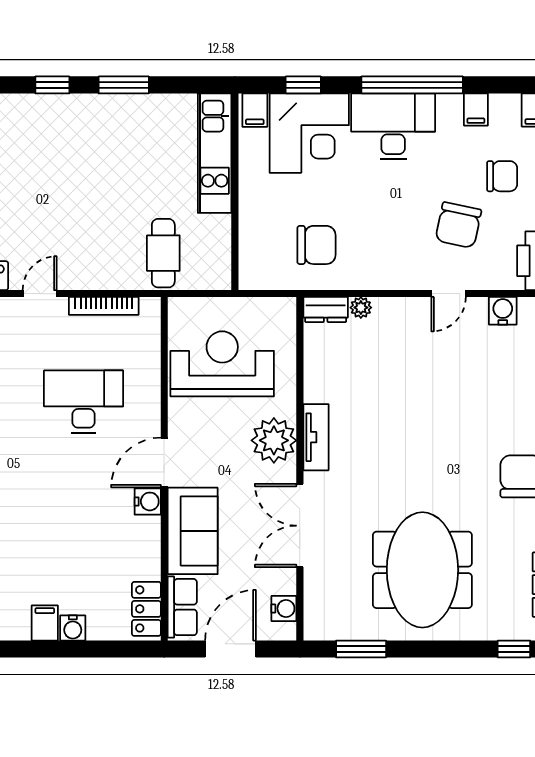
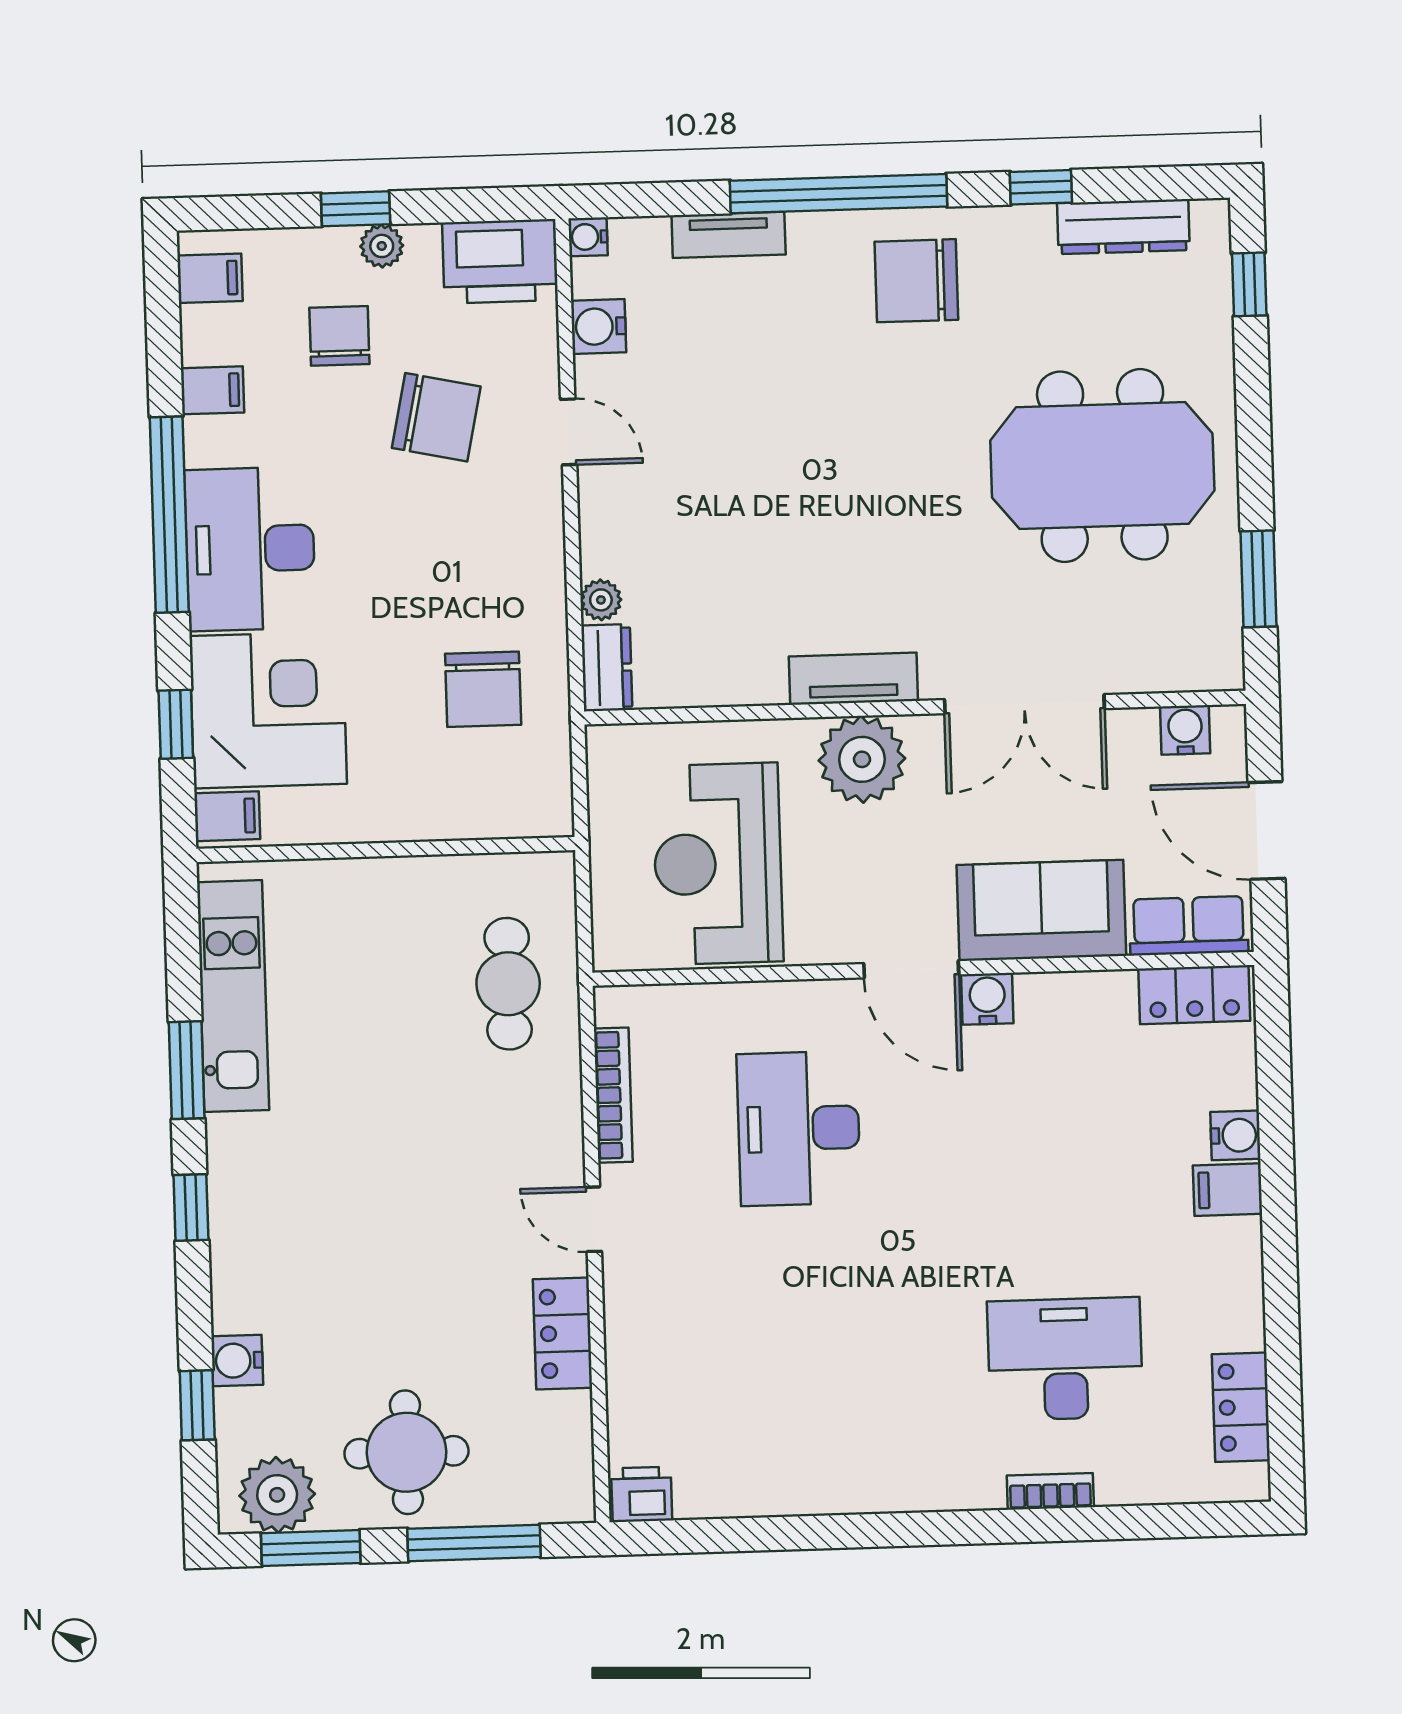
kitchen unit: (215, 153) -> (233, 996), moved, turned -90
chair: (316, 245) -> (483, 689), turned 180
cafe table: (163, 253) -> (508, 984), turned 90

